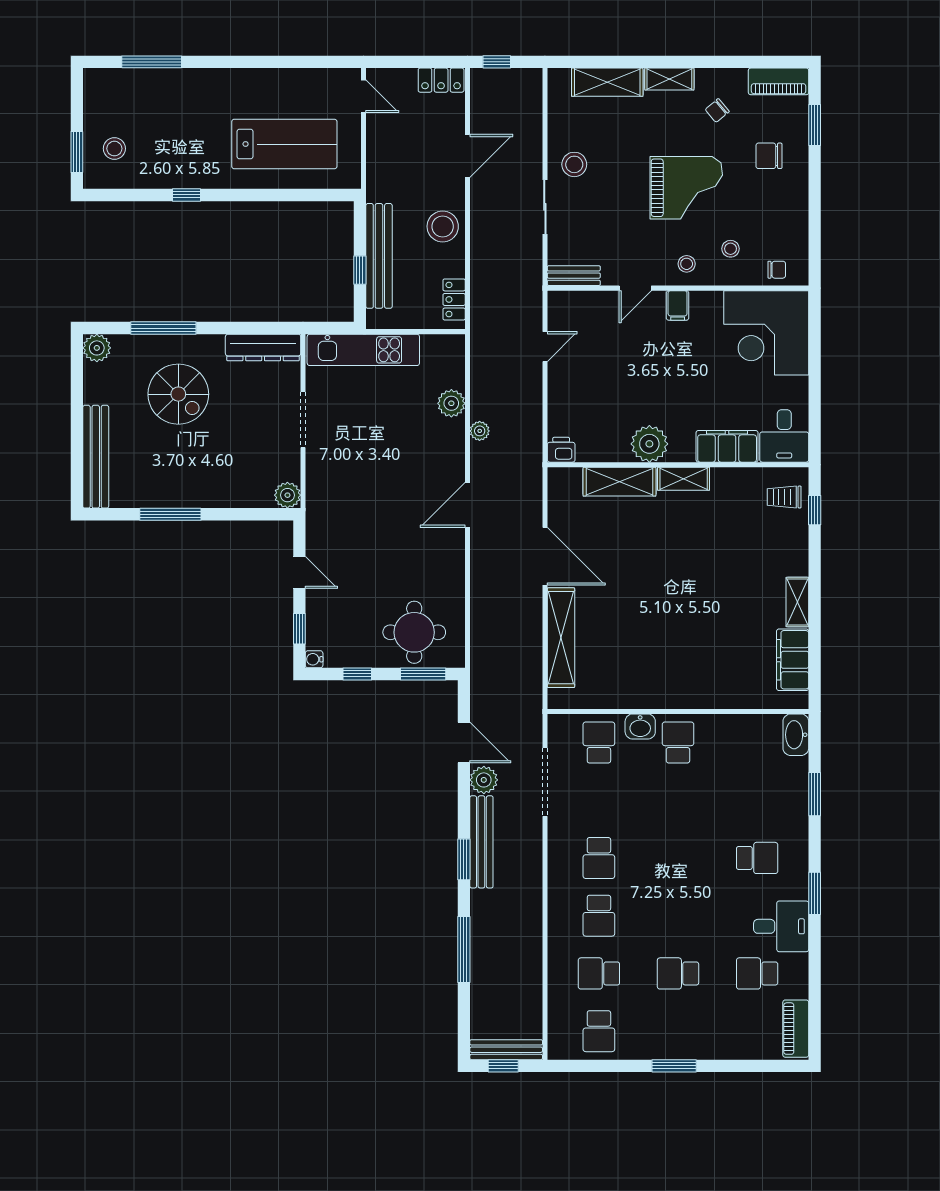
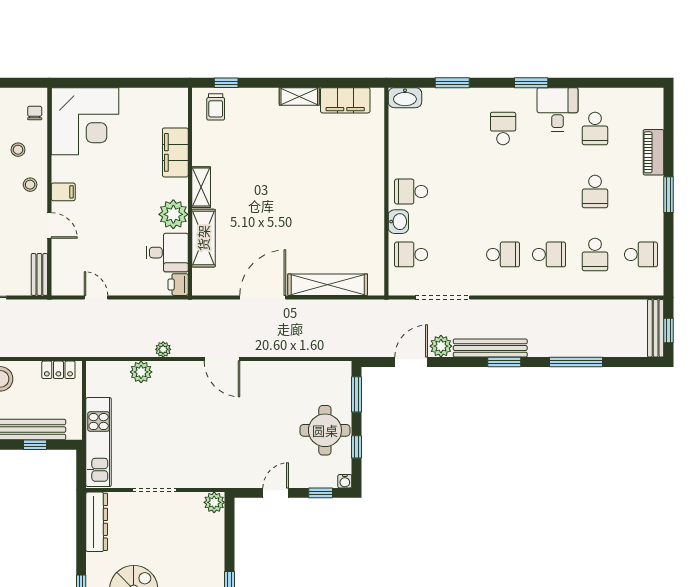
desk: (784, 436) -> (167, 253), moved
round table: (414, 632) -> (325, 430), moved
piano: (796, 1029) -> (654, 152), moved, turned 90

